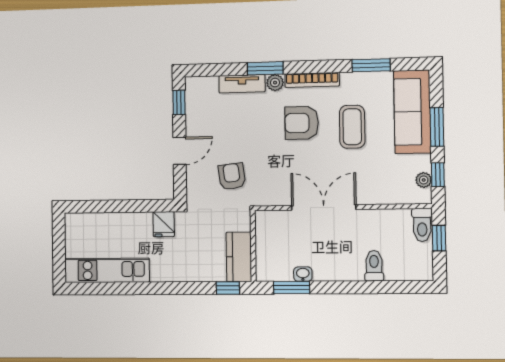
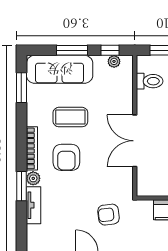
window: (371, 65) -> (21, 88), moved
toilet: (422, 225) -> (150, 81), moved

